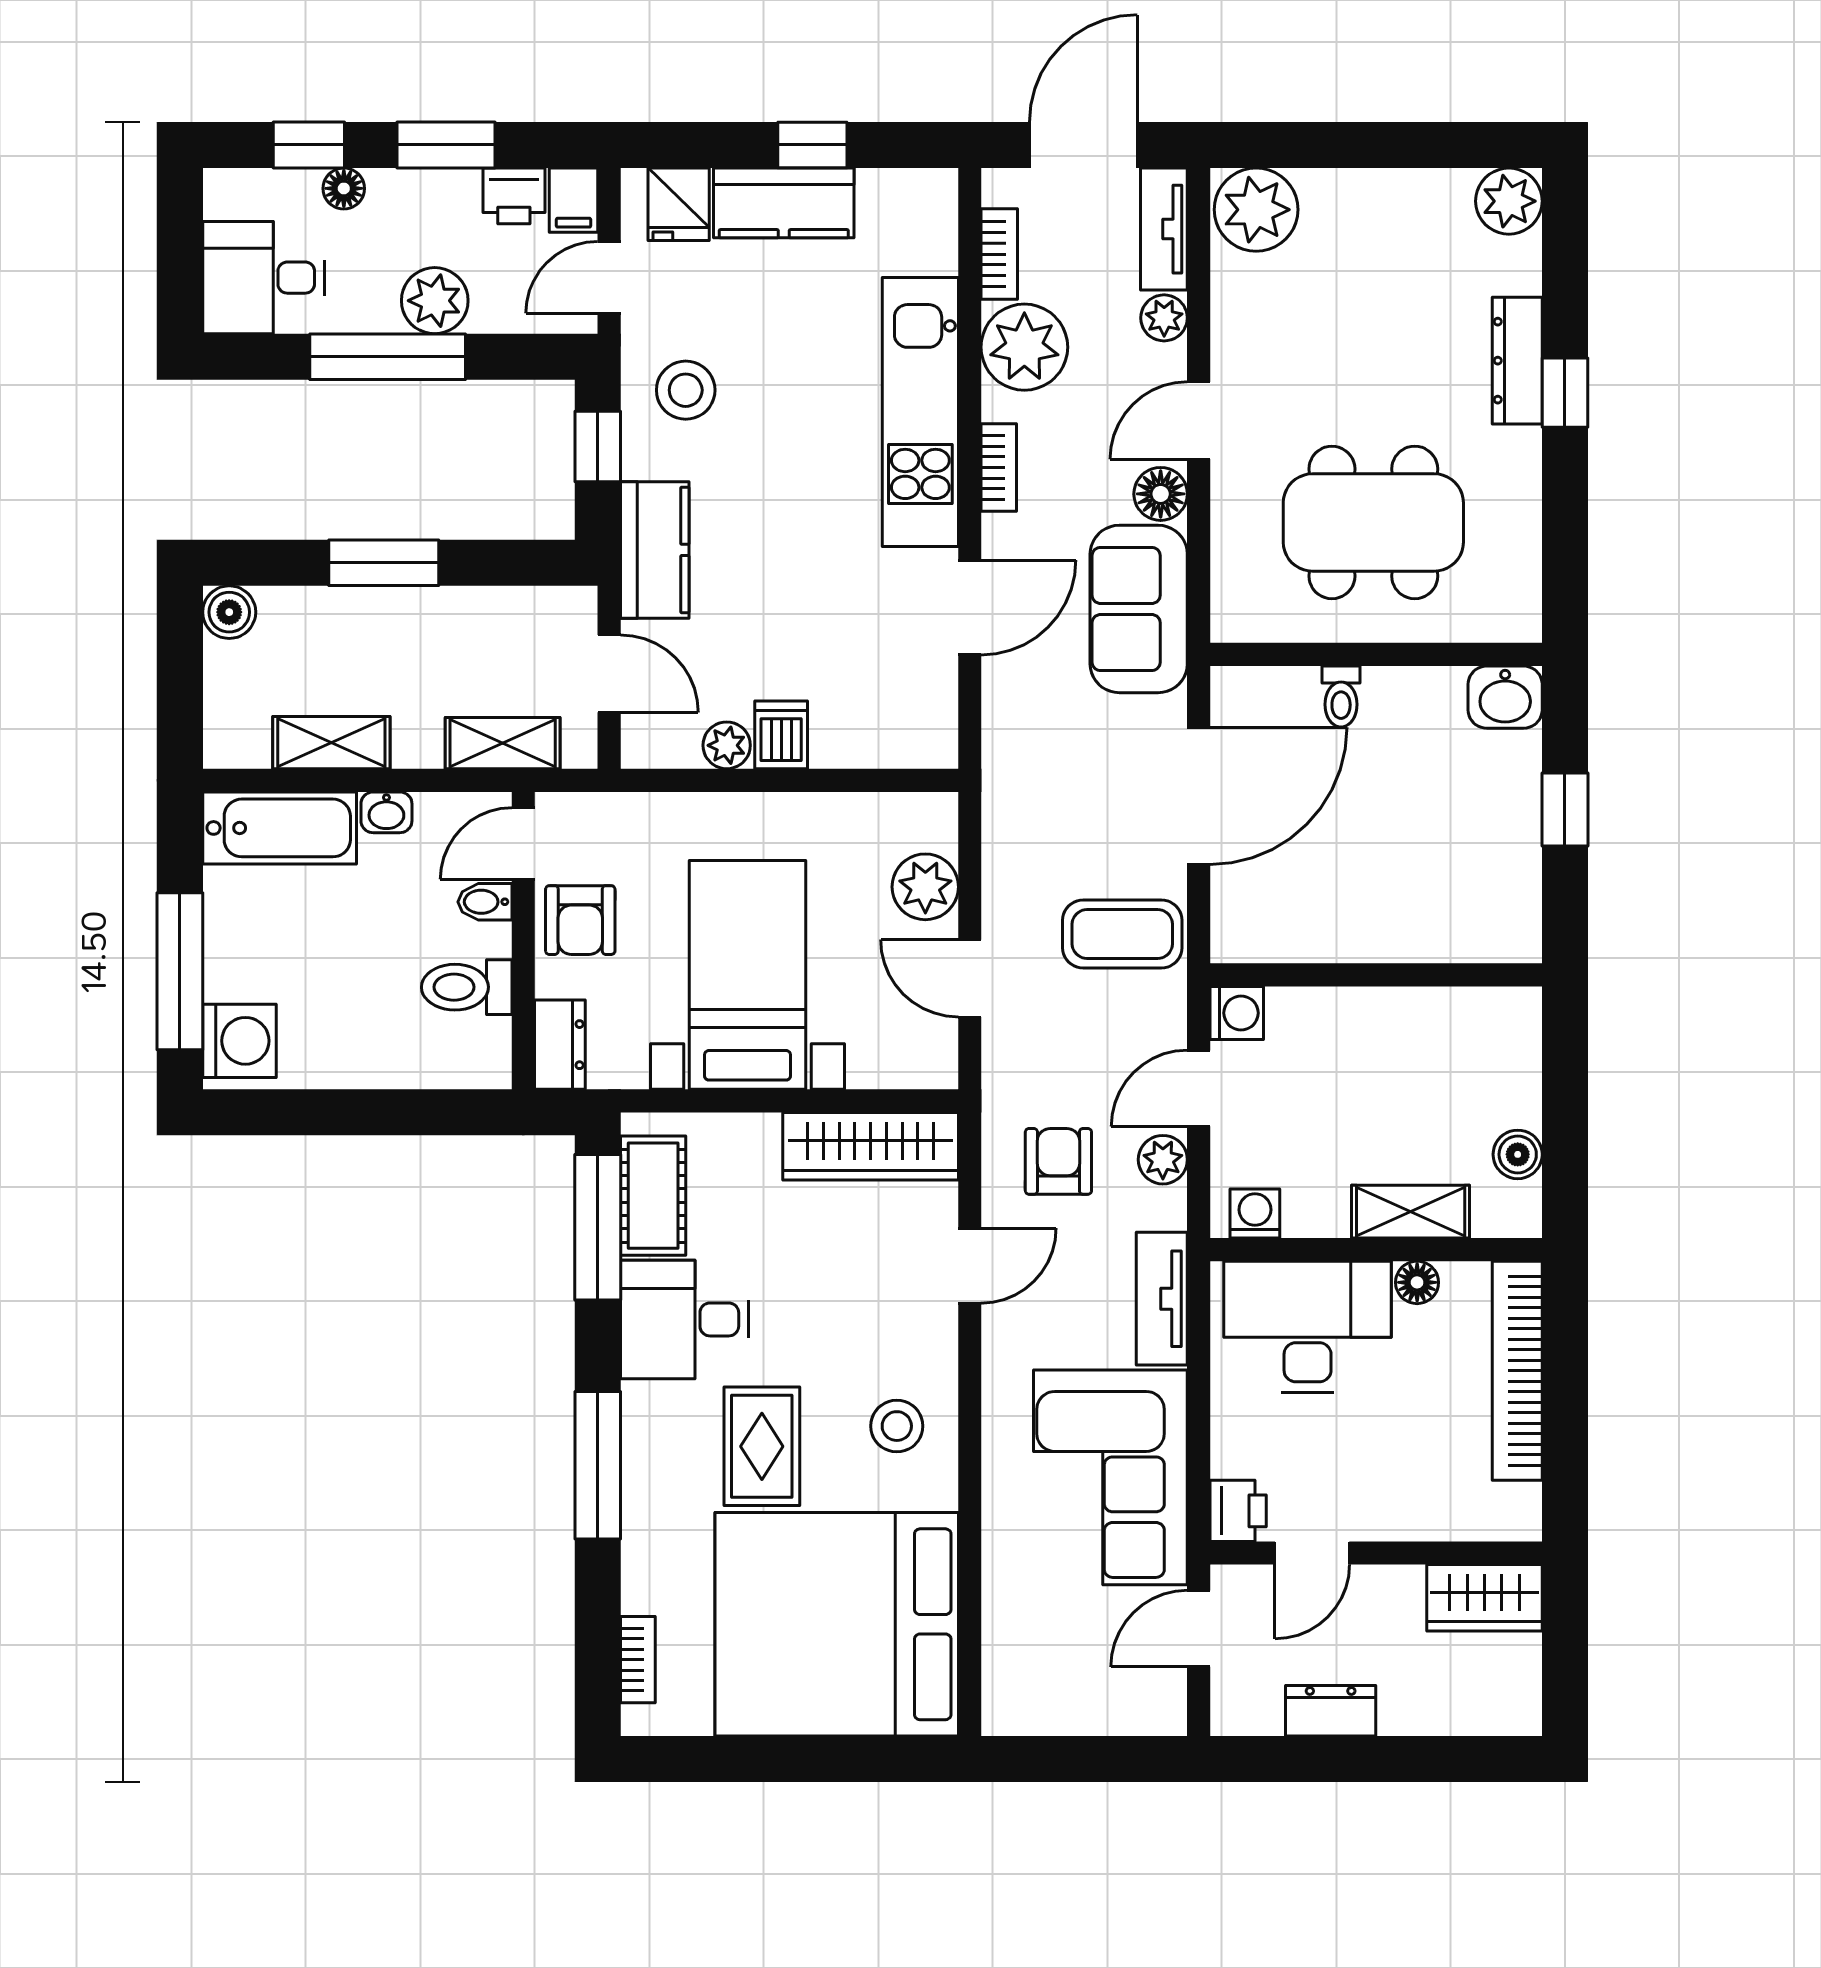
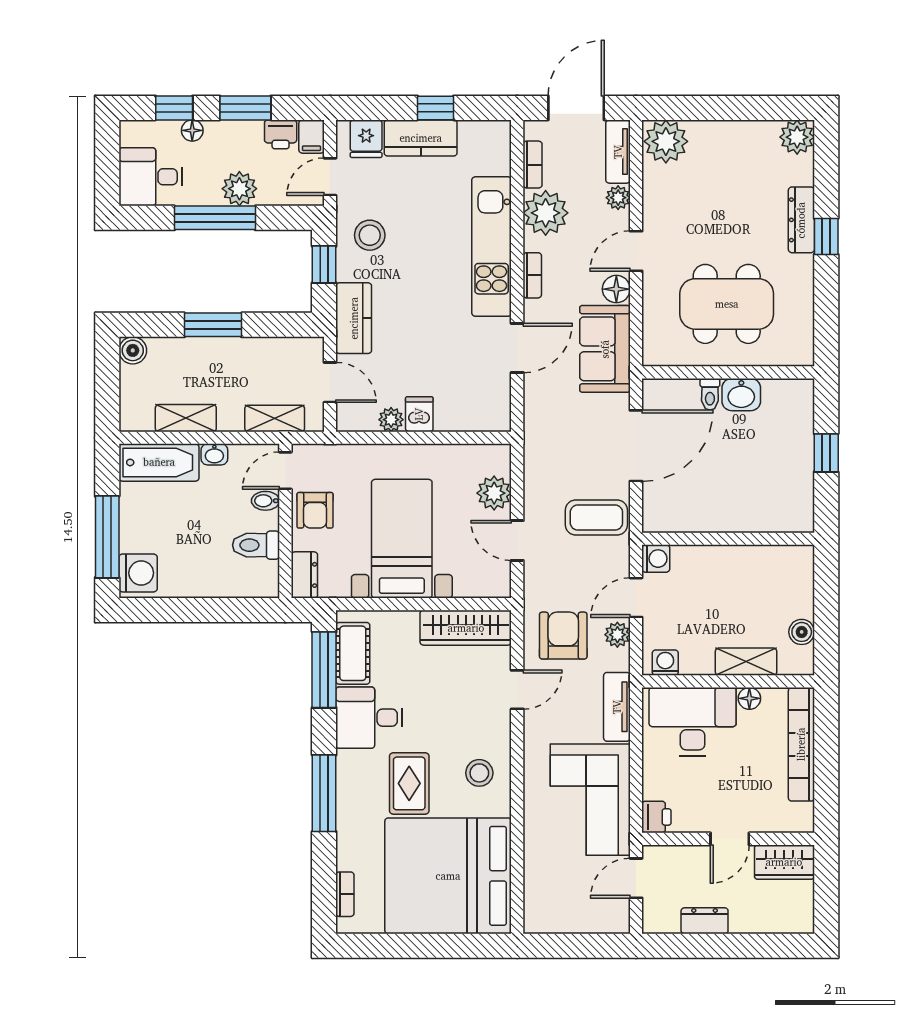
washbasin: (1505, 697) -> (741, 395), moved
armchair: (1058, 1161) -> (563, 636), width x1.38, depth x1.38
door: (1312, 1553) -> (730, 839), moved

